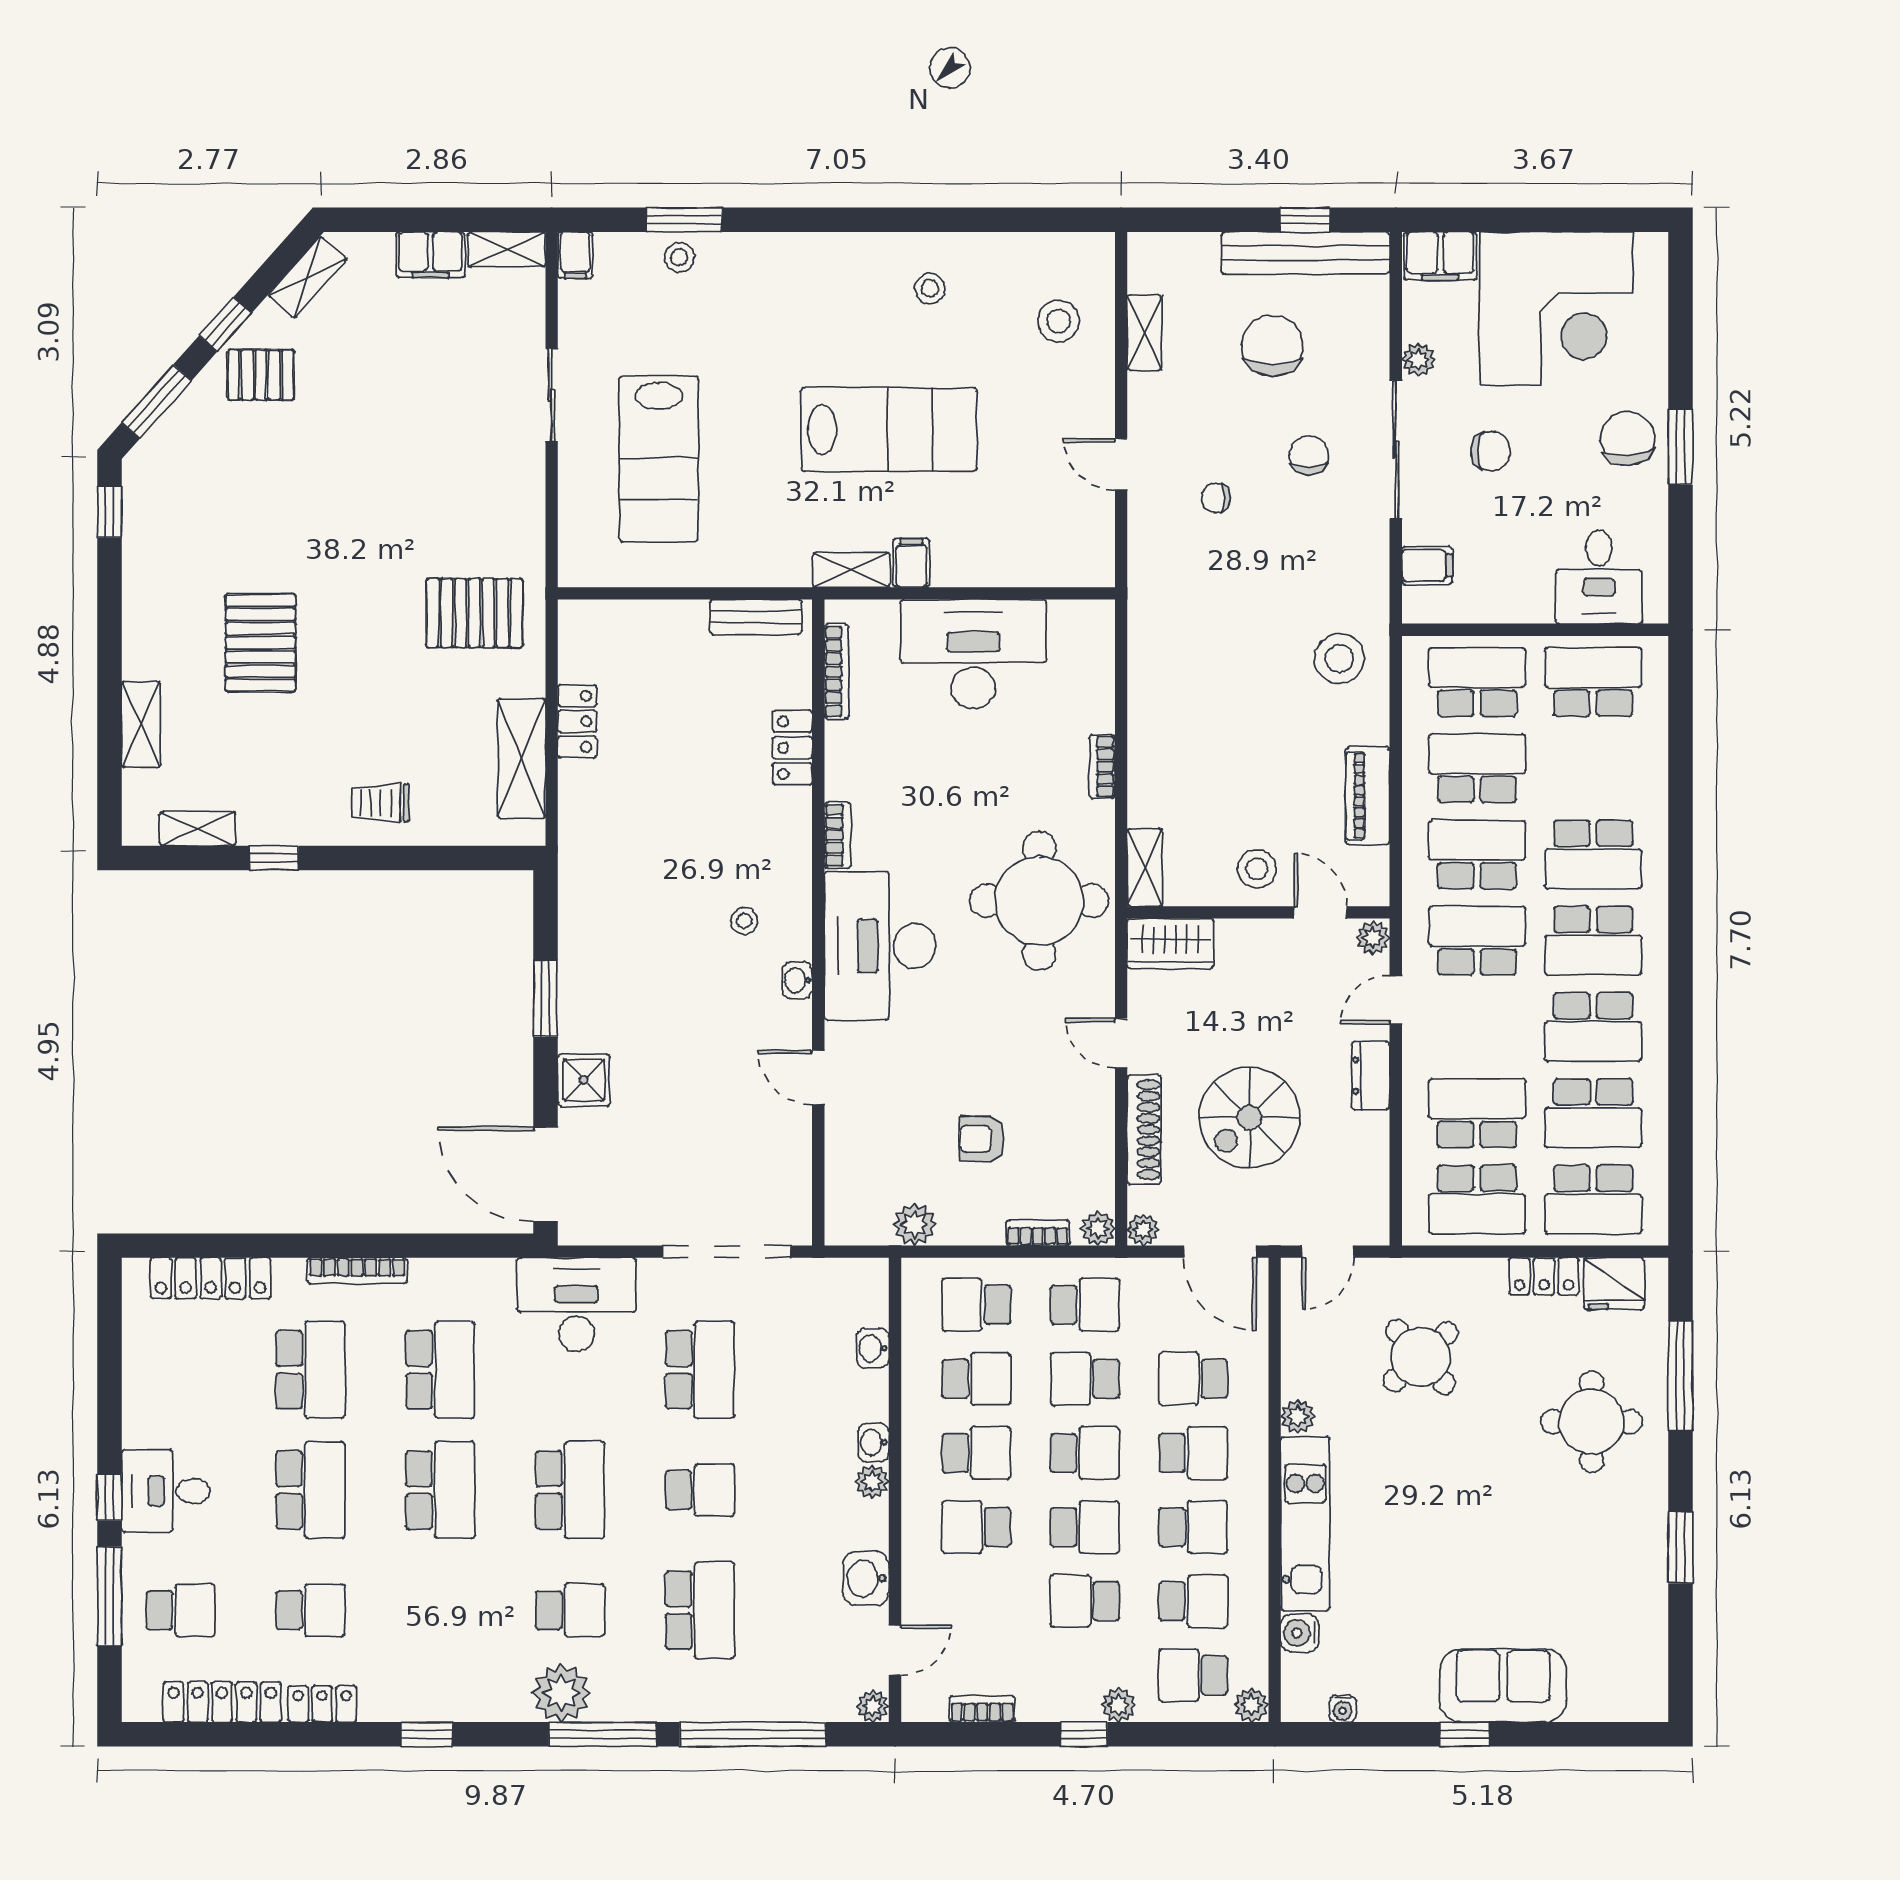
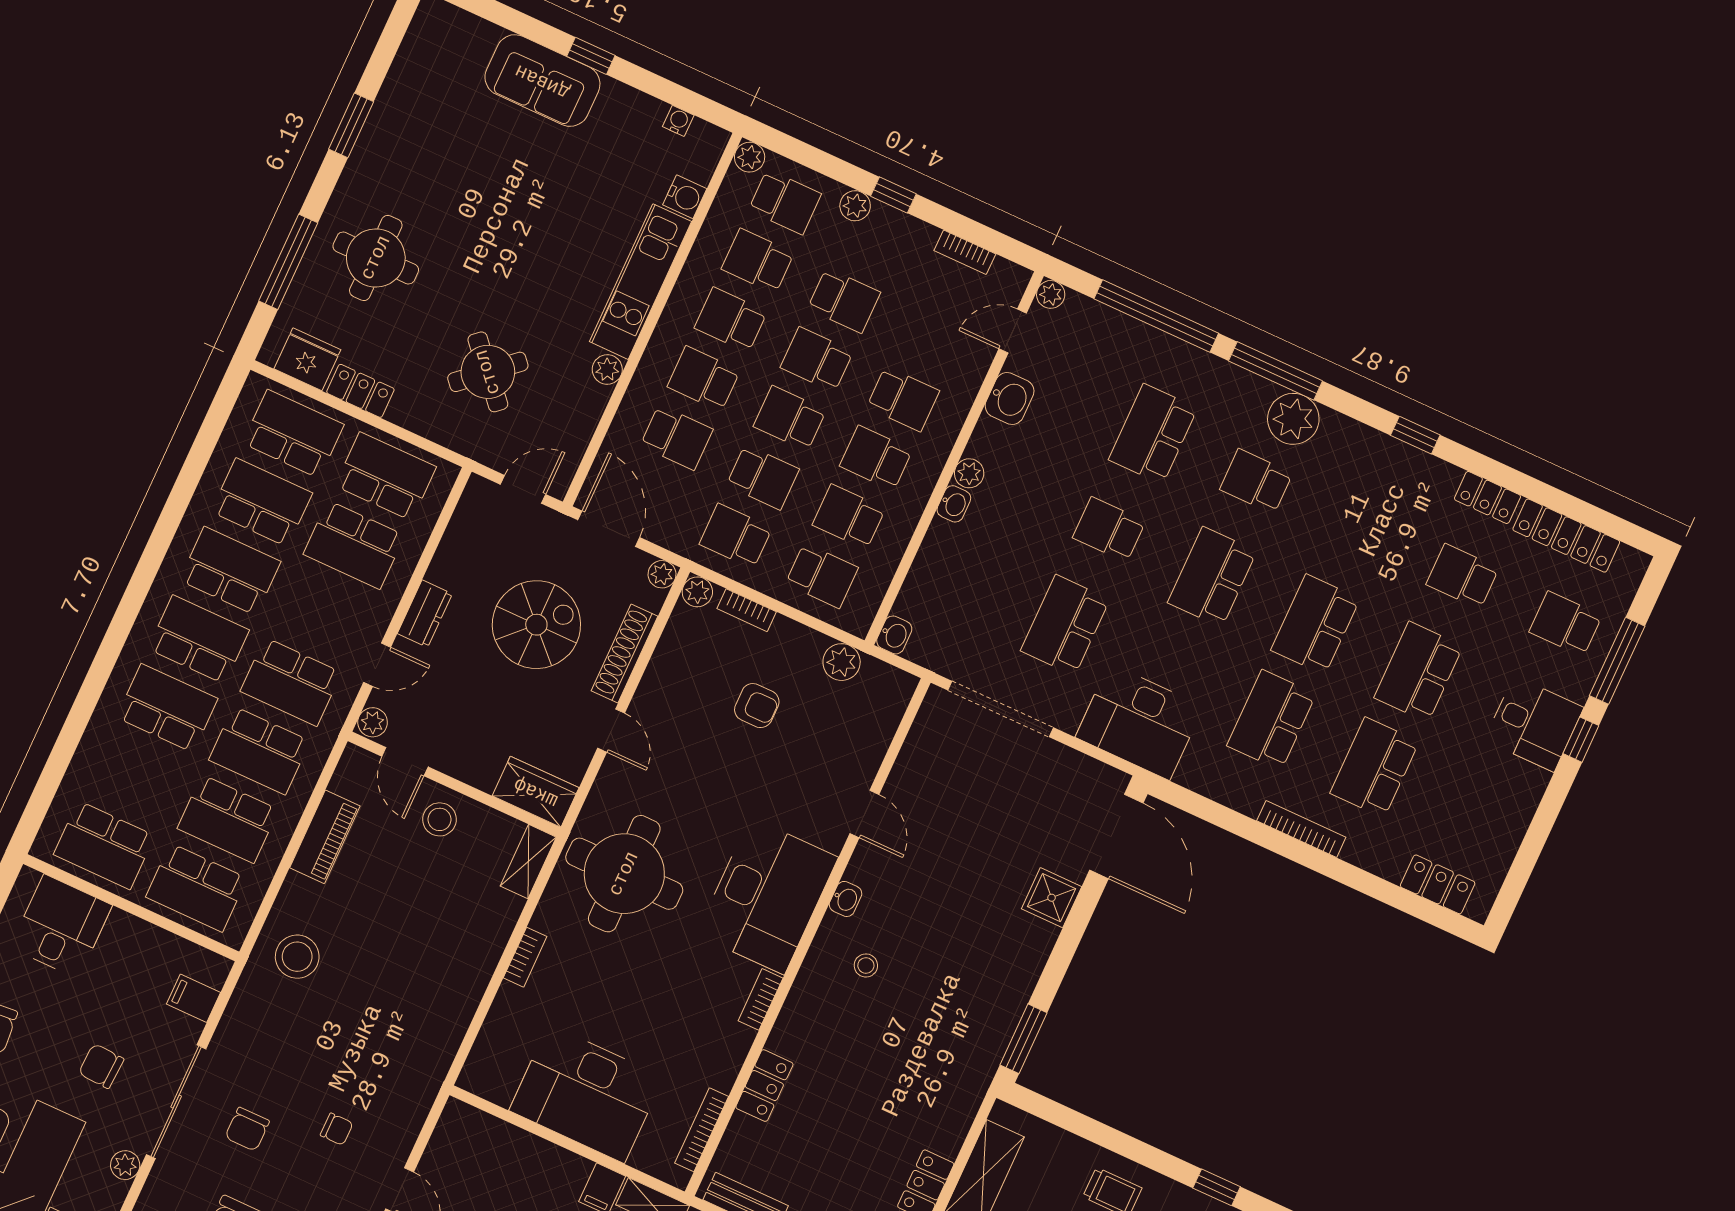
window: (546, 998) -> (1023, 1039), moved
locker: (210, 1278) -> (1438, 884), width x0.66
washbasin: (873, 1348) -> (894, 635), moved

